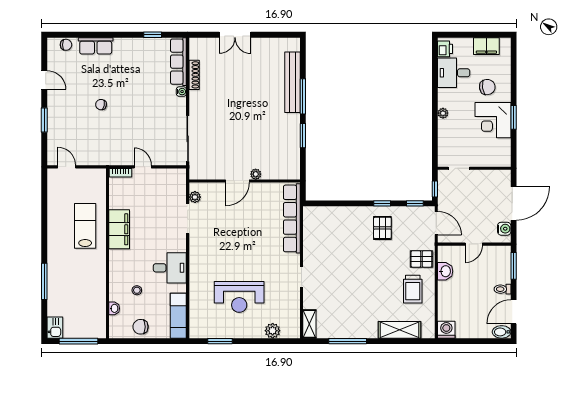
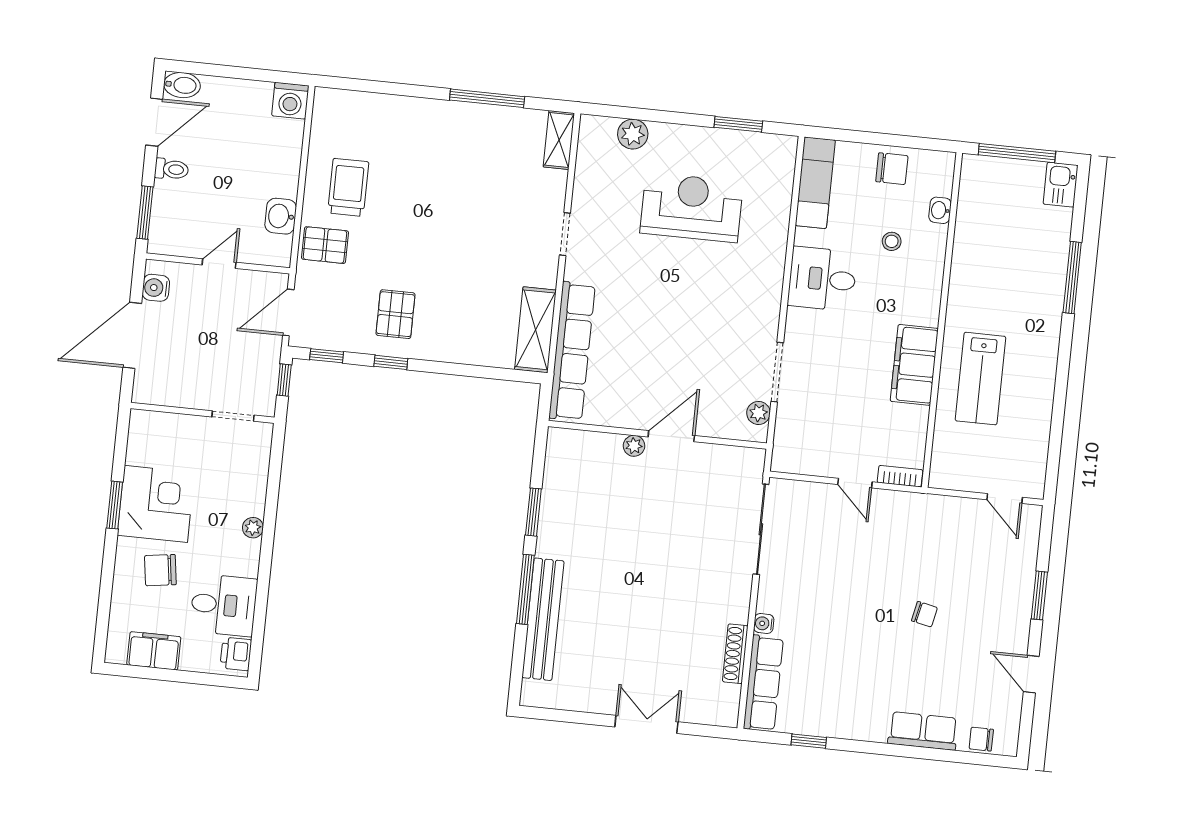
door: (436, 223) -> (288, 312), hinge flipped
shelving: (400, 330) -> (535, 330), moved, turned 90

